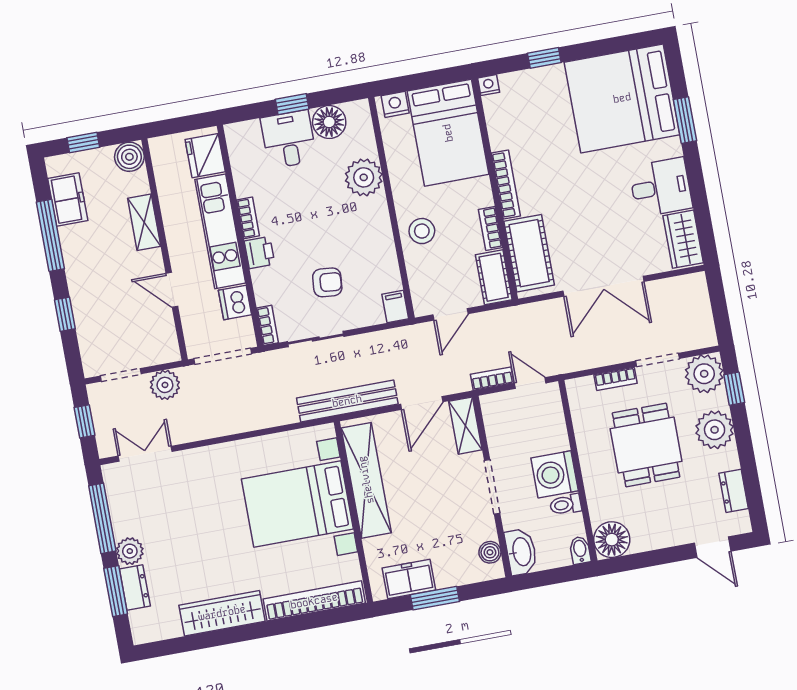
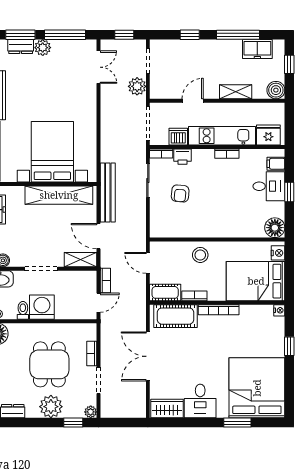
floor lamp: (329, 122) -> (275, 228), moved
plant: (364, 177) -> (238, 226), removed
printer: (260, 252) -> (183, 157), moved
filing cabinet: (395, 307) -> (276, 164), moved, turned 180
plant: (704, 374) -> (91, 412), width x0.53, depth x0.53
dining table: (646, 445) -> (49, 364), turned 90

